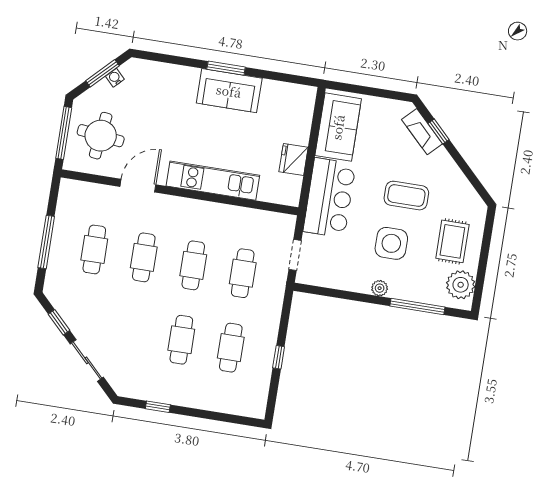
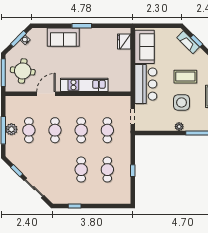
sofa: (229, 91) -> (63, 37), moved
fridge: (294, 159) -> (124, 41), moved
plant: (62, 243) -> (11, 129), added

